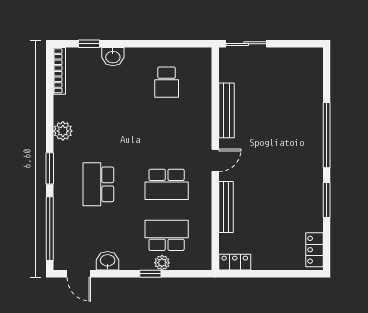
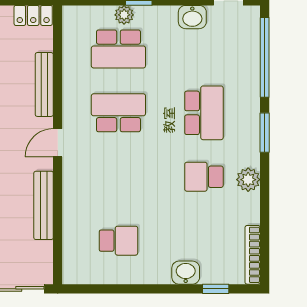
school desk: (167, 82) -> (118, 241), turned 90
school desk: (98, 133) -> (204, 177), added

